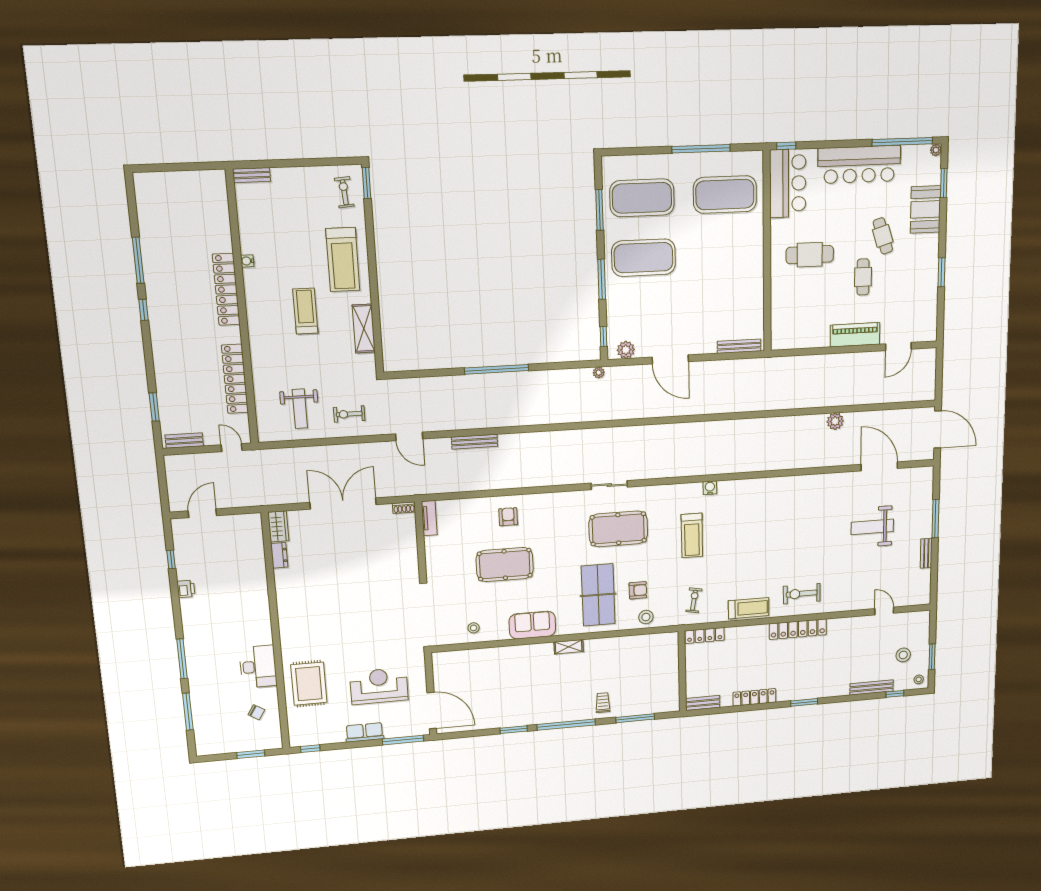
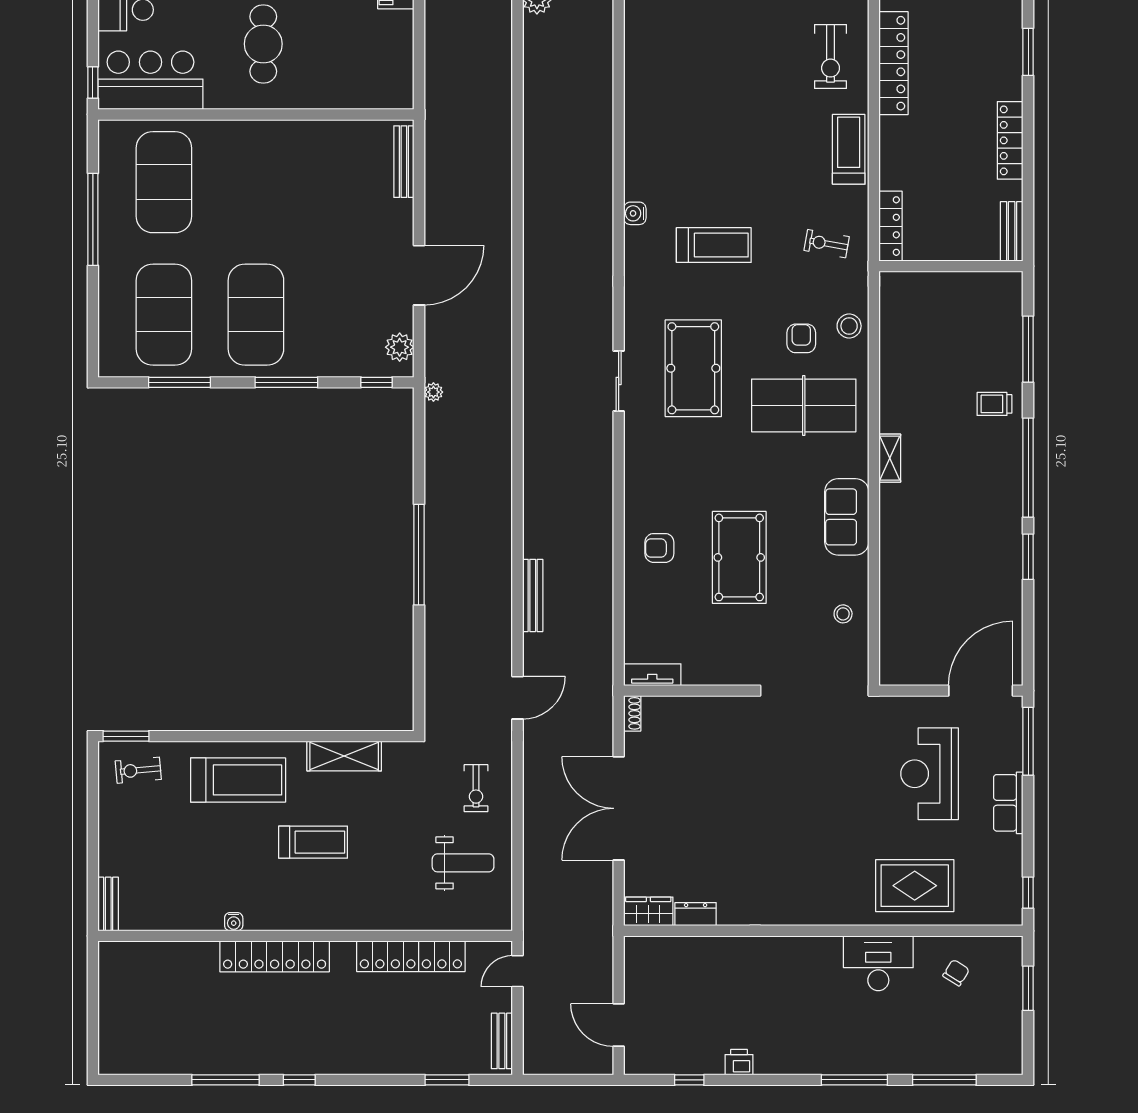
treadmill: (305, 311) -> (313, 842), turned 180

